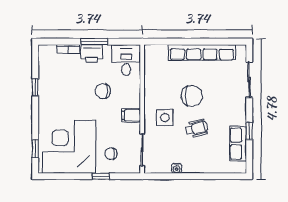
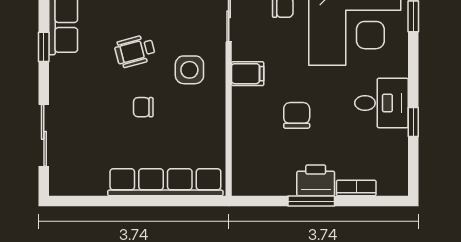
row of seats: (202, 52) -> (165, 182), moved
desk: (126, 60) -> (382, 103), moved, turned -90
chair: (103, 91) -> (297, 115), turned -90
chair: (192, 96) -> (143, 107), width x0.54, depth x0.54

